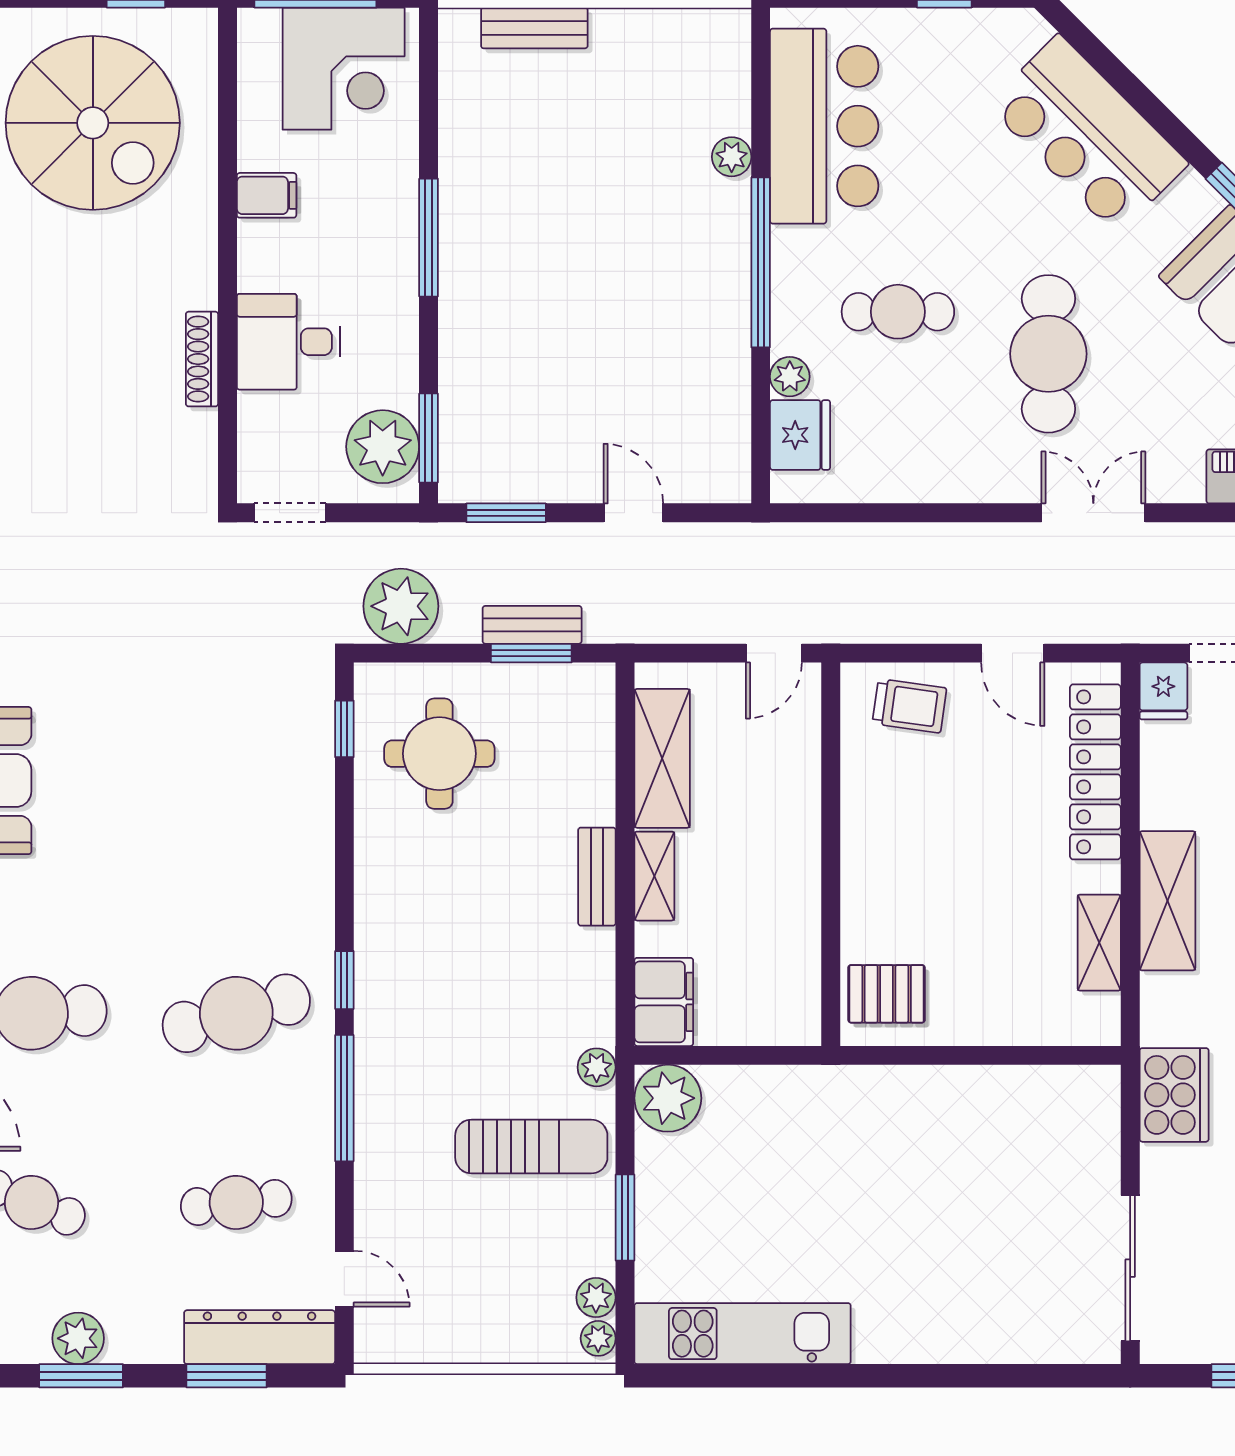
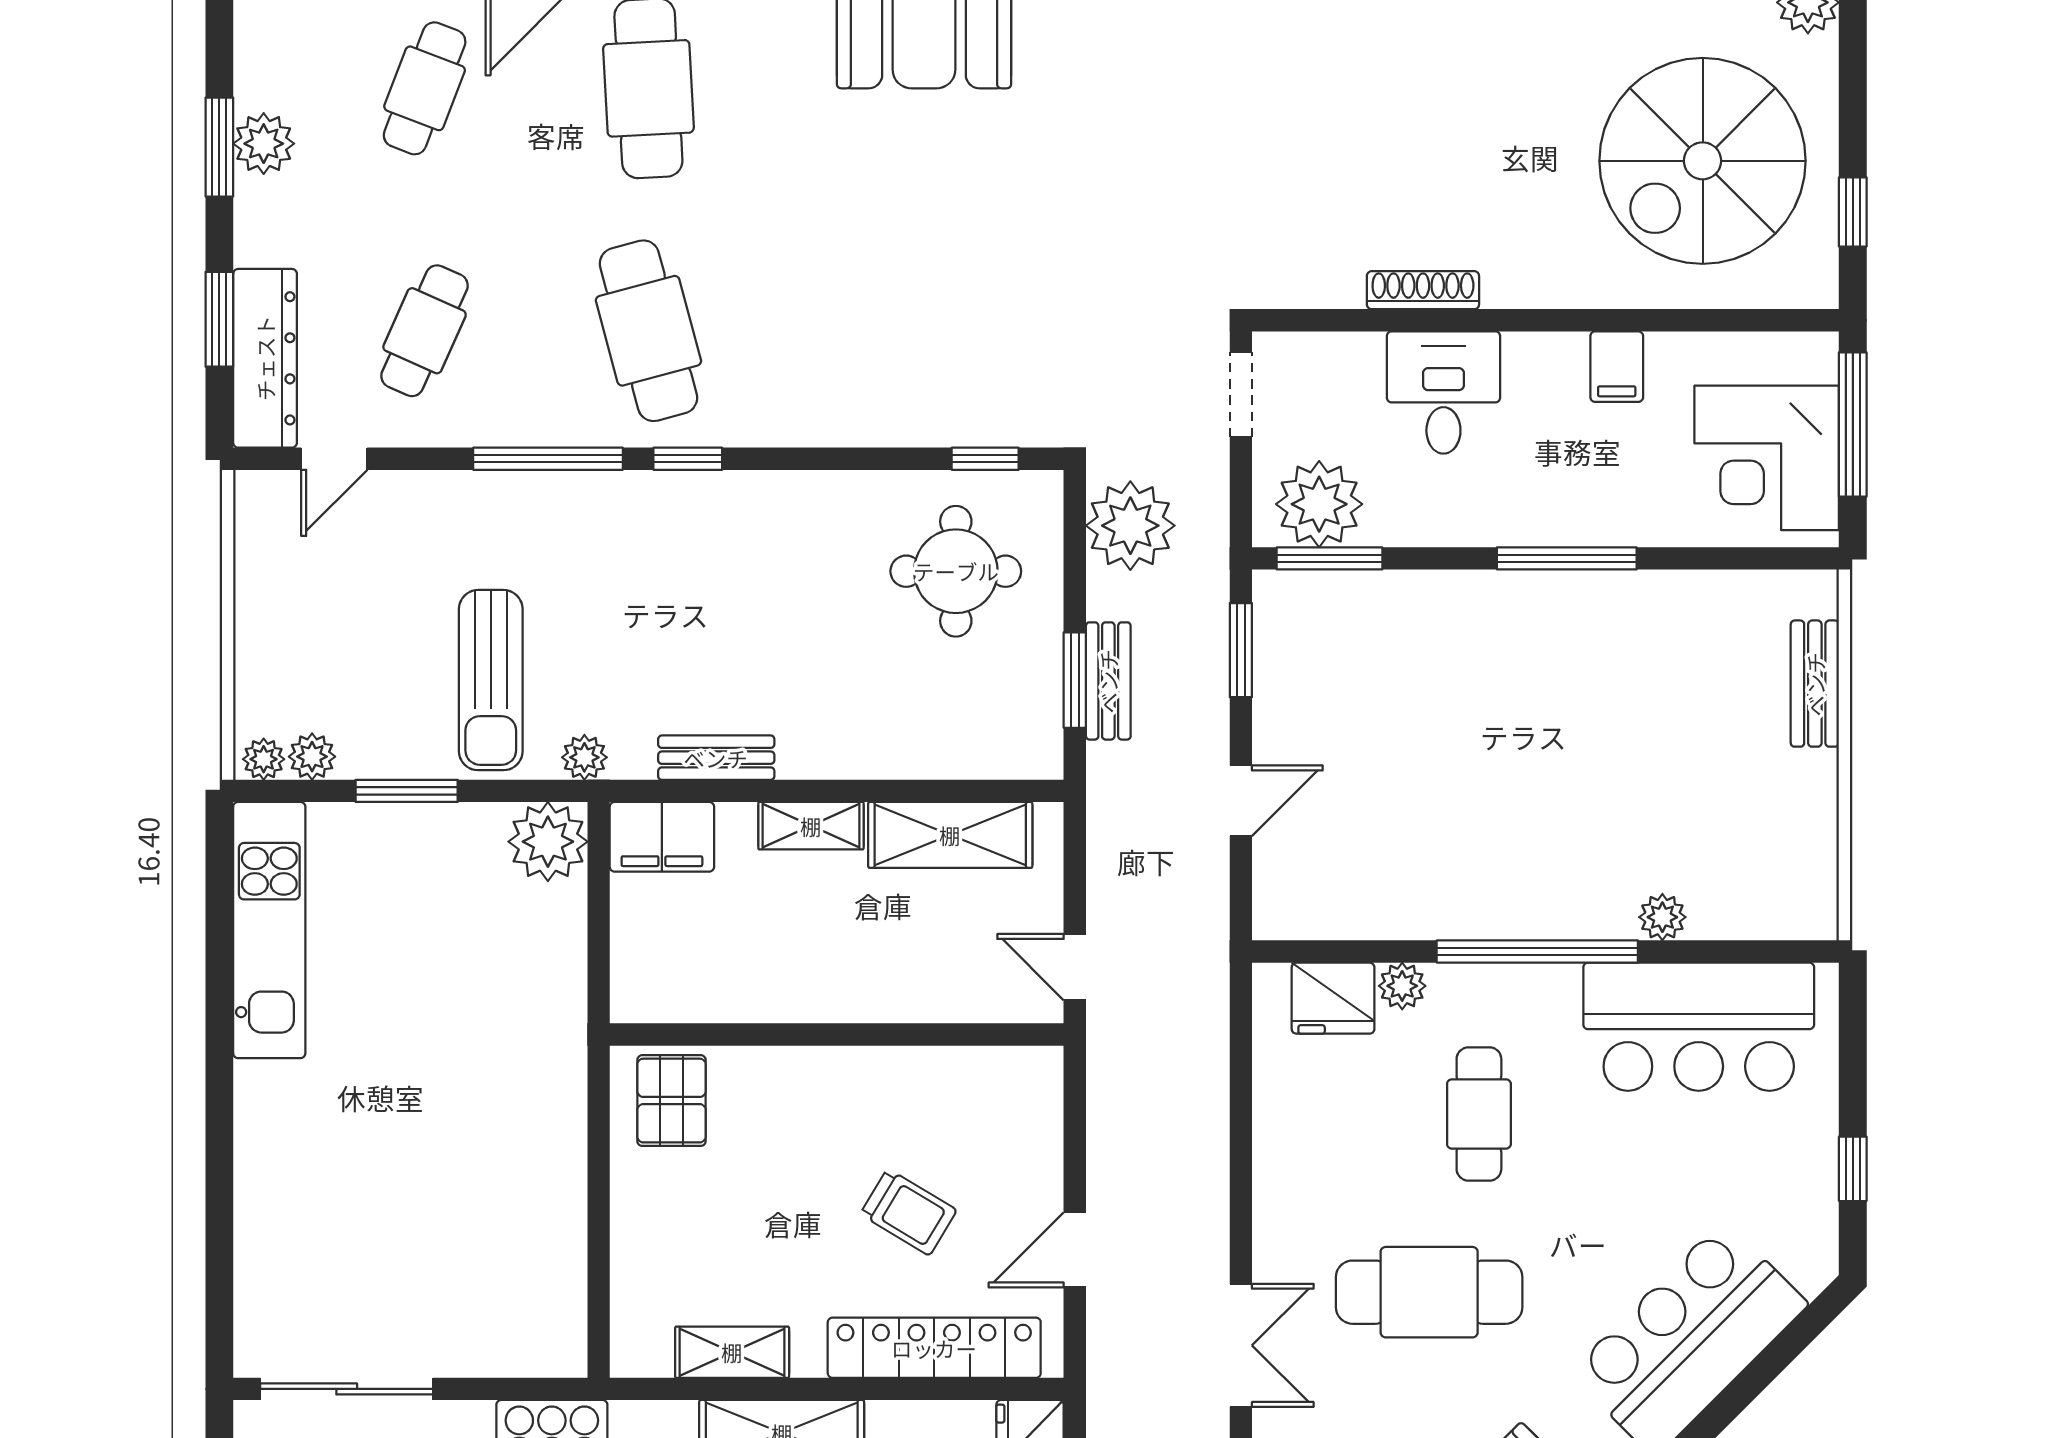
trolley: (909, 706) -> (908, 1212), moved, turned -67
bench: (597, 877) -> (716, 758), moved
cafe table: (236, 1202) -> (425, 331), turned 30

